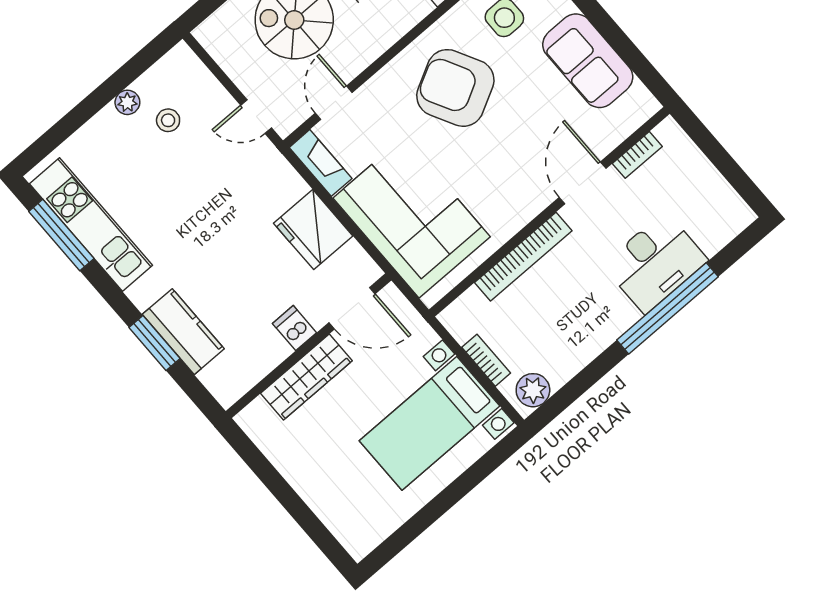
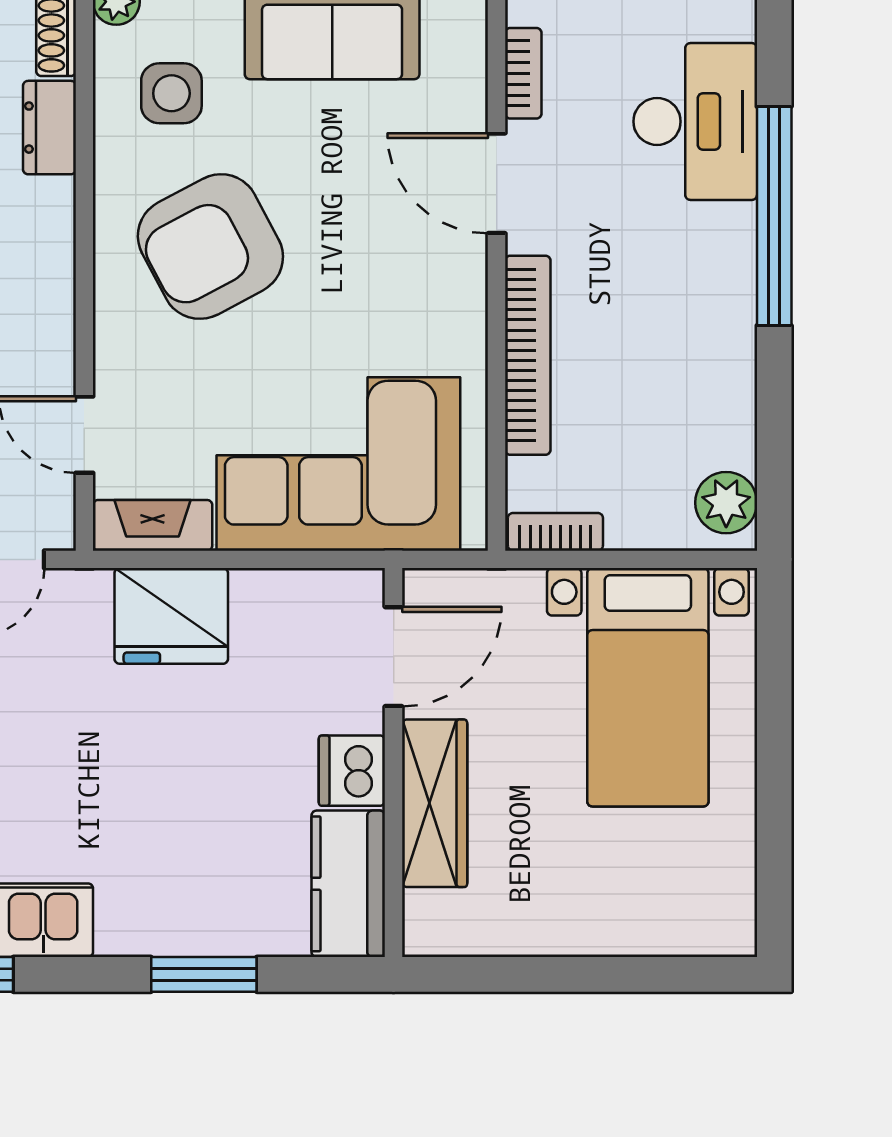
fridge: (313, 230) -> (171, 616), moved
desk: (655, 263) -> (695, 121), moved
dishwasher: (294, 328) -> (352, 771), width x1.38
kitchen counter: (183, 332) -> (348, 884), moved, turned -90
bookcase: (486, 360) -> (555, 532), moved

